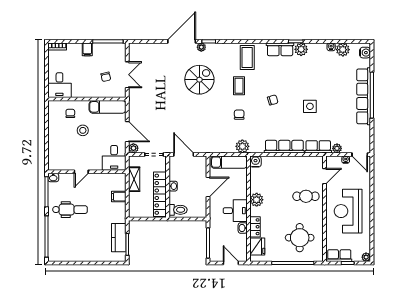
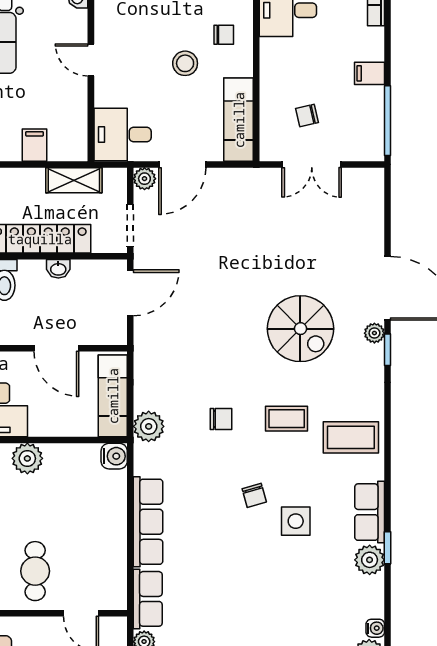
side table: (310, 106) -> (296, 521), moved

